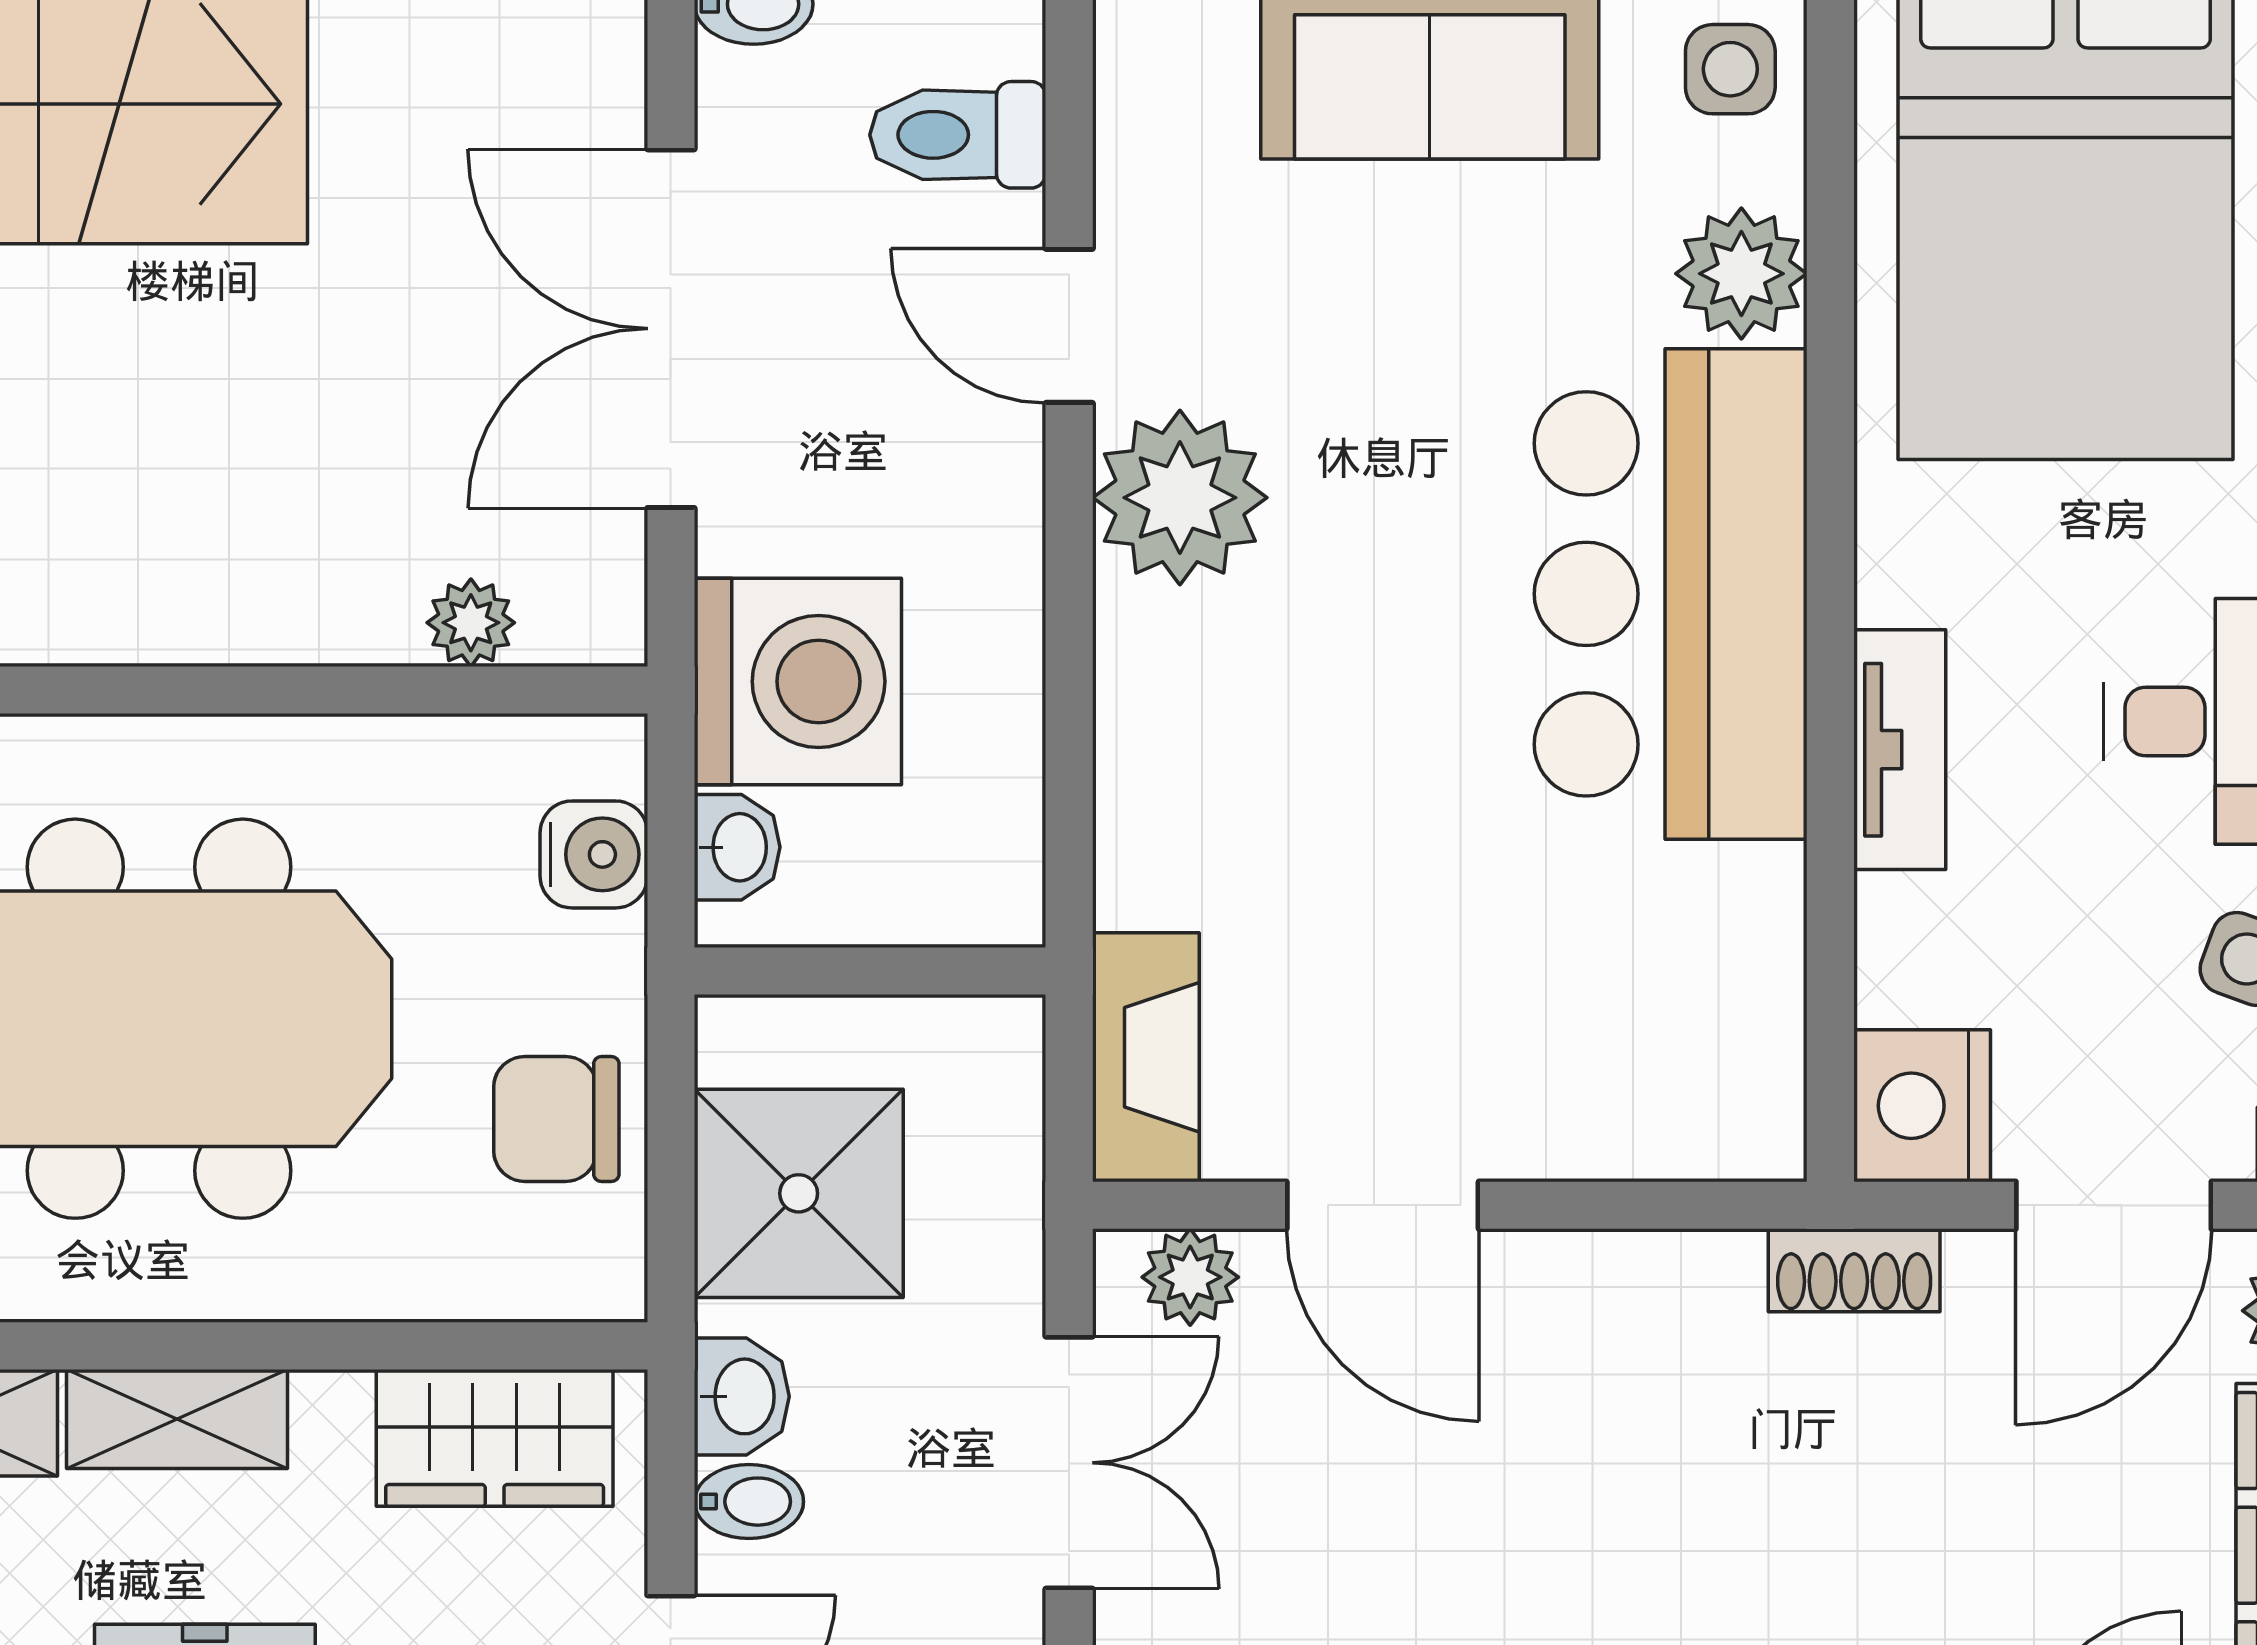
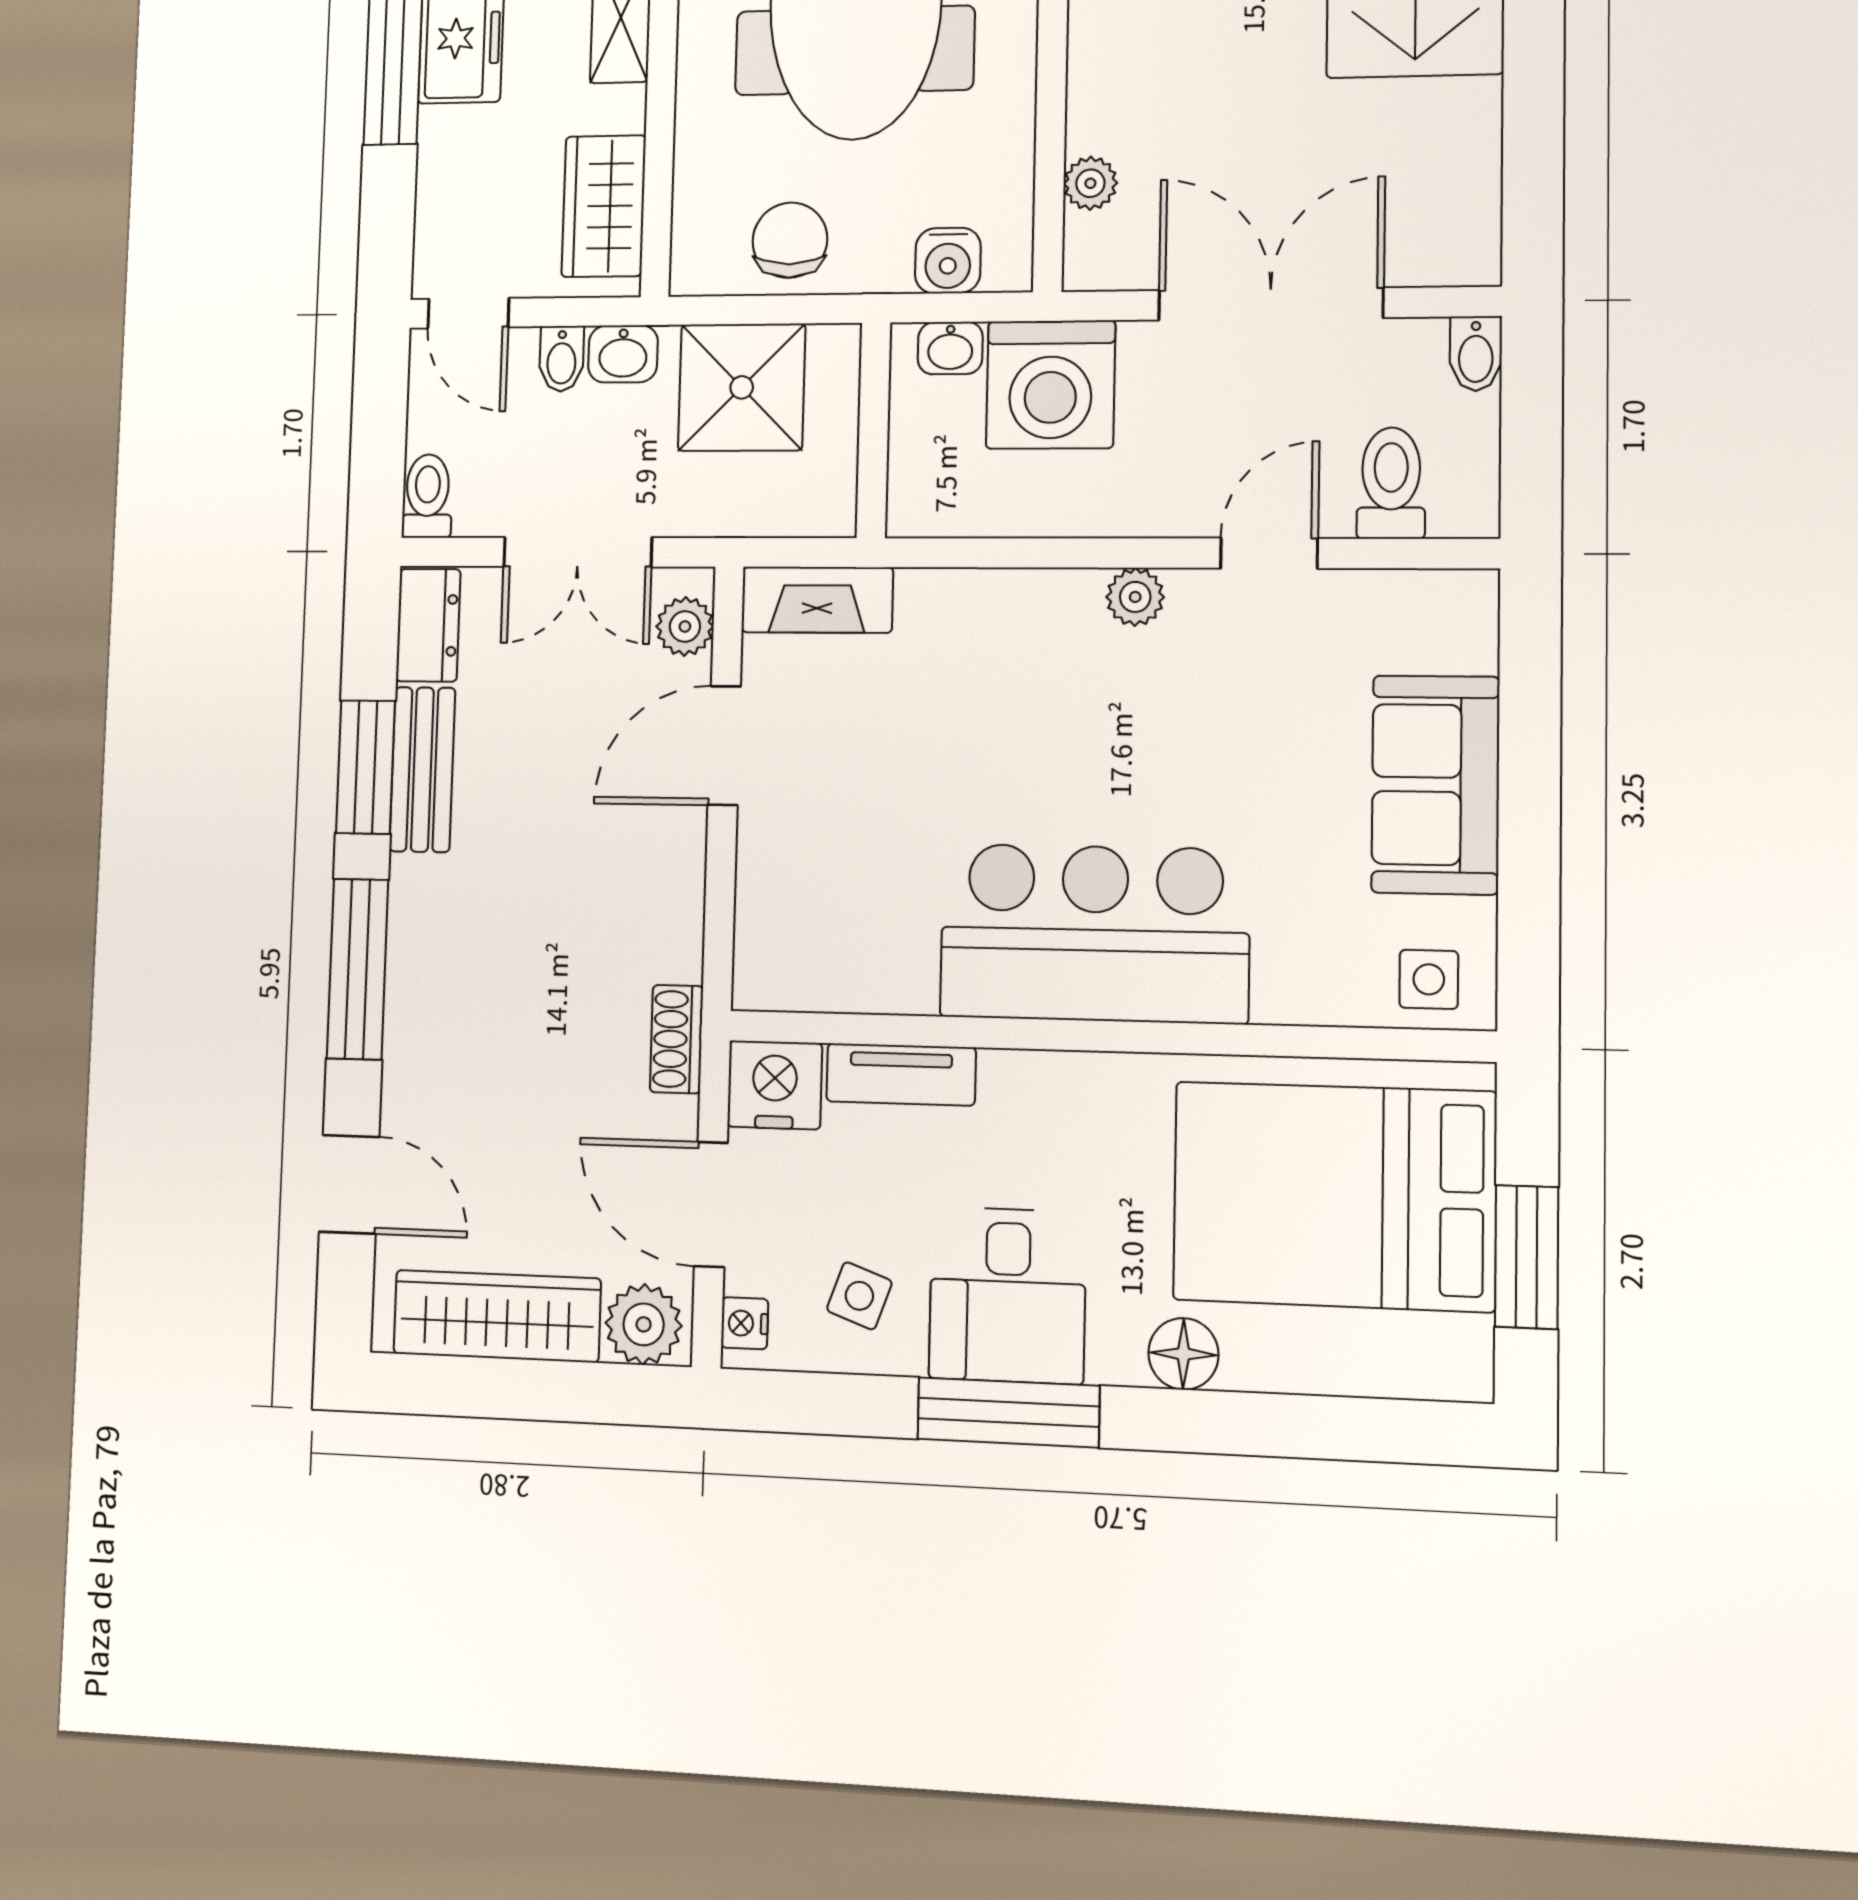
plant: (1741, 274) -> (1297, 983), removed
plant: (1180, 498) -> (1135, 597), width x0.53, depth x0.53
tv unit: (1900, 750) -> (901, 1074), moved

